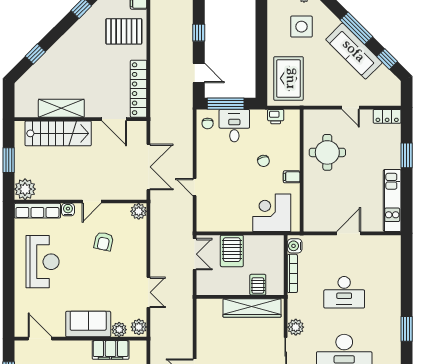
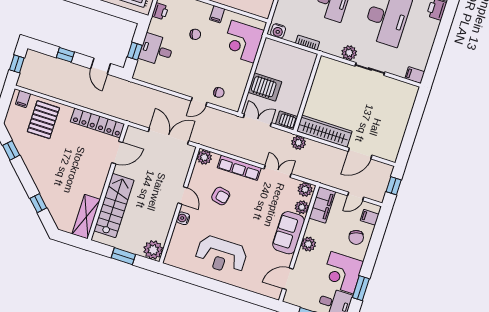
door: (199, 73) -> (101, 66), swing flipped
window: (226, 104) -> (135, 51), width x0.46
shelving: (61, 108) -> (86, 217), moved
chair: (208, 124) -> (219, 92), moved
row of seats: (37, 211) -> (239, 168), moved, turned 90
reception desk: (42, 262) -> (221, 255), turned 180
bookcase: (292, 273) -> (307, 43), width x0.64
server rack: (258, 285) -> (287, 121), moved
plant: (185, 304) -> (299, 143), added
wardrobe: (252, 308) -> (324, 131), moved, turned -90
plant: (83, 349) -> (308, 244), added
filing cabinet: (111, 350) -> (322, 205), moved

